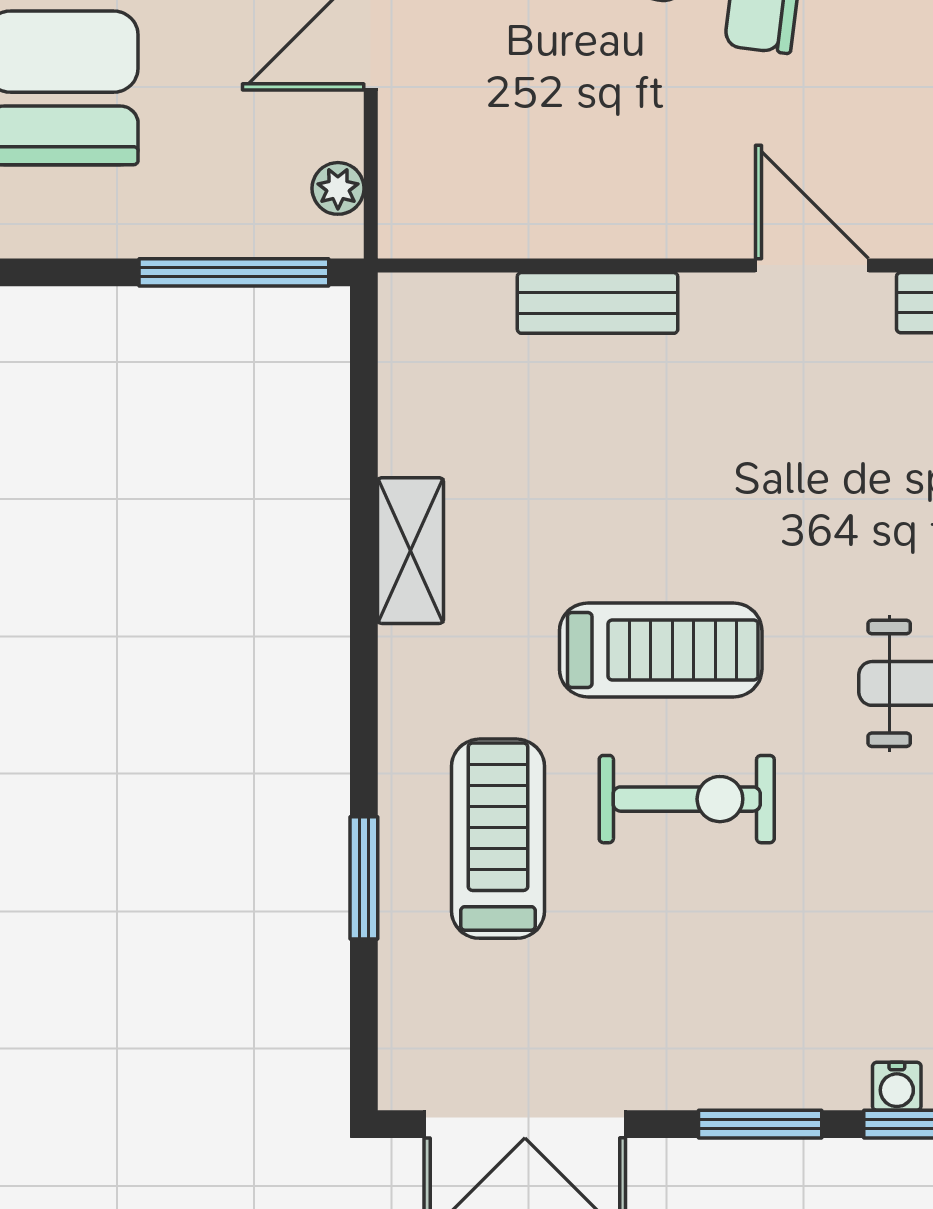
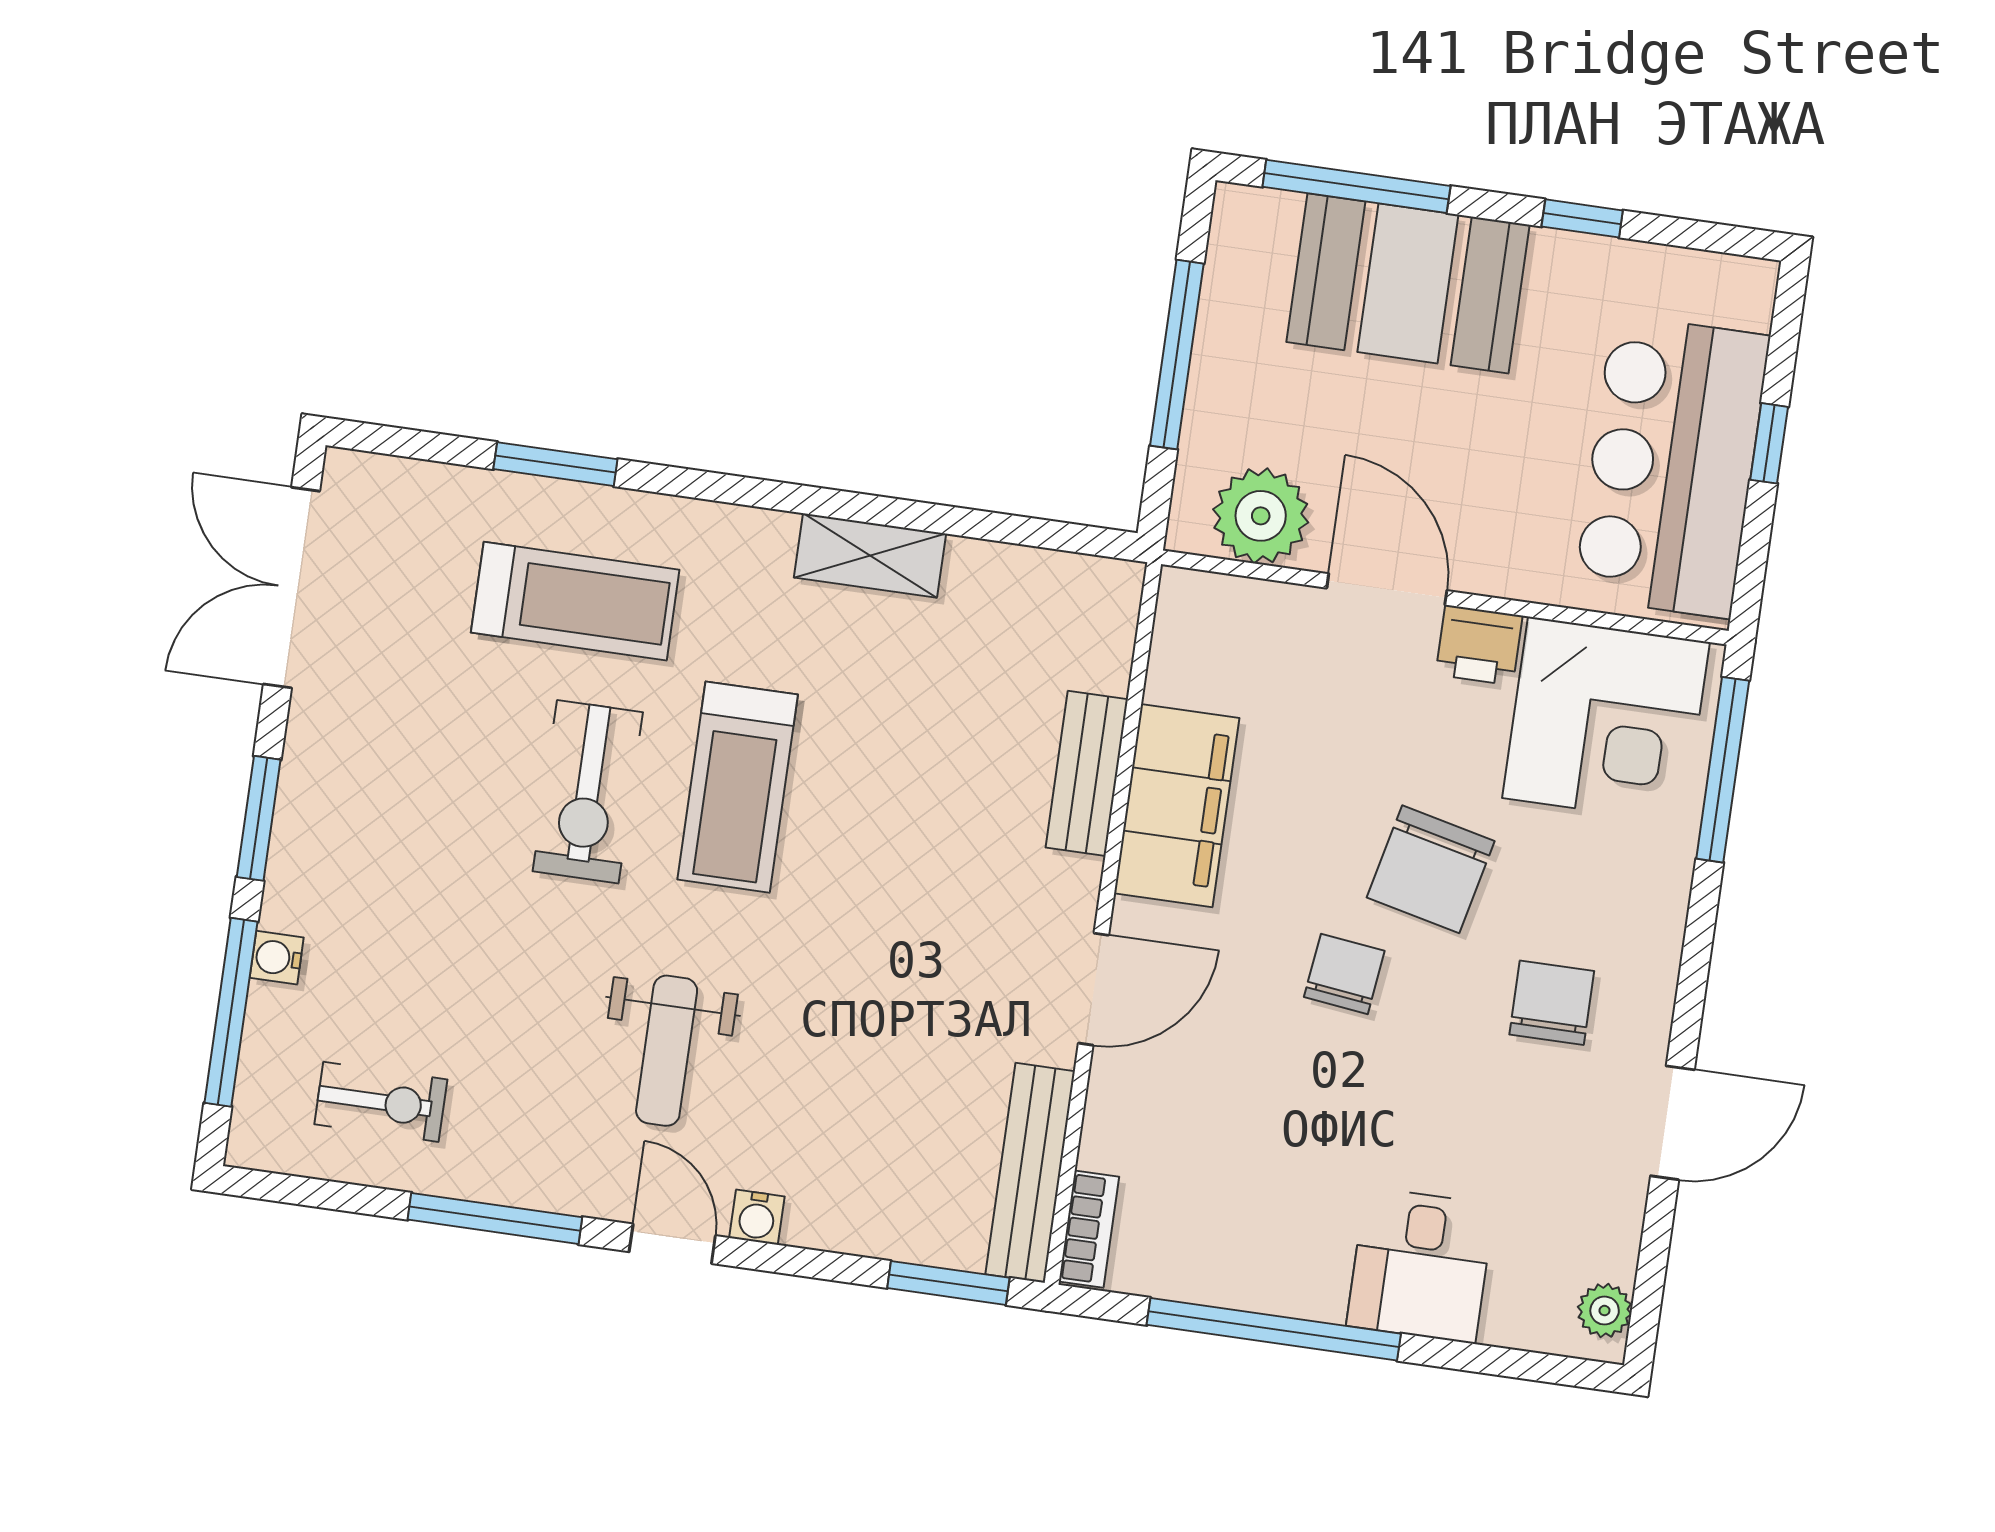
plant: (338, 188) -> (1261, 516), width x1.88, depth x1.88
filing cabinet: (617, 208) -> (1177, 806), added
window: (234, 272) -> (1177, 355), moved

